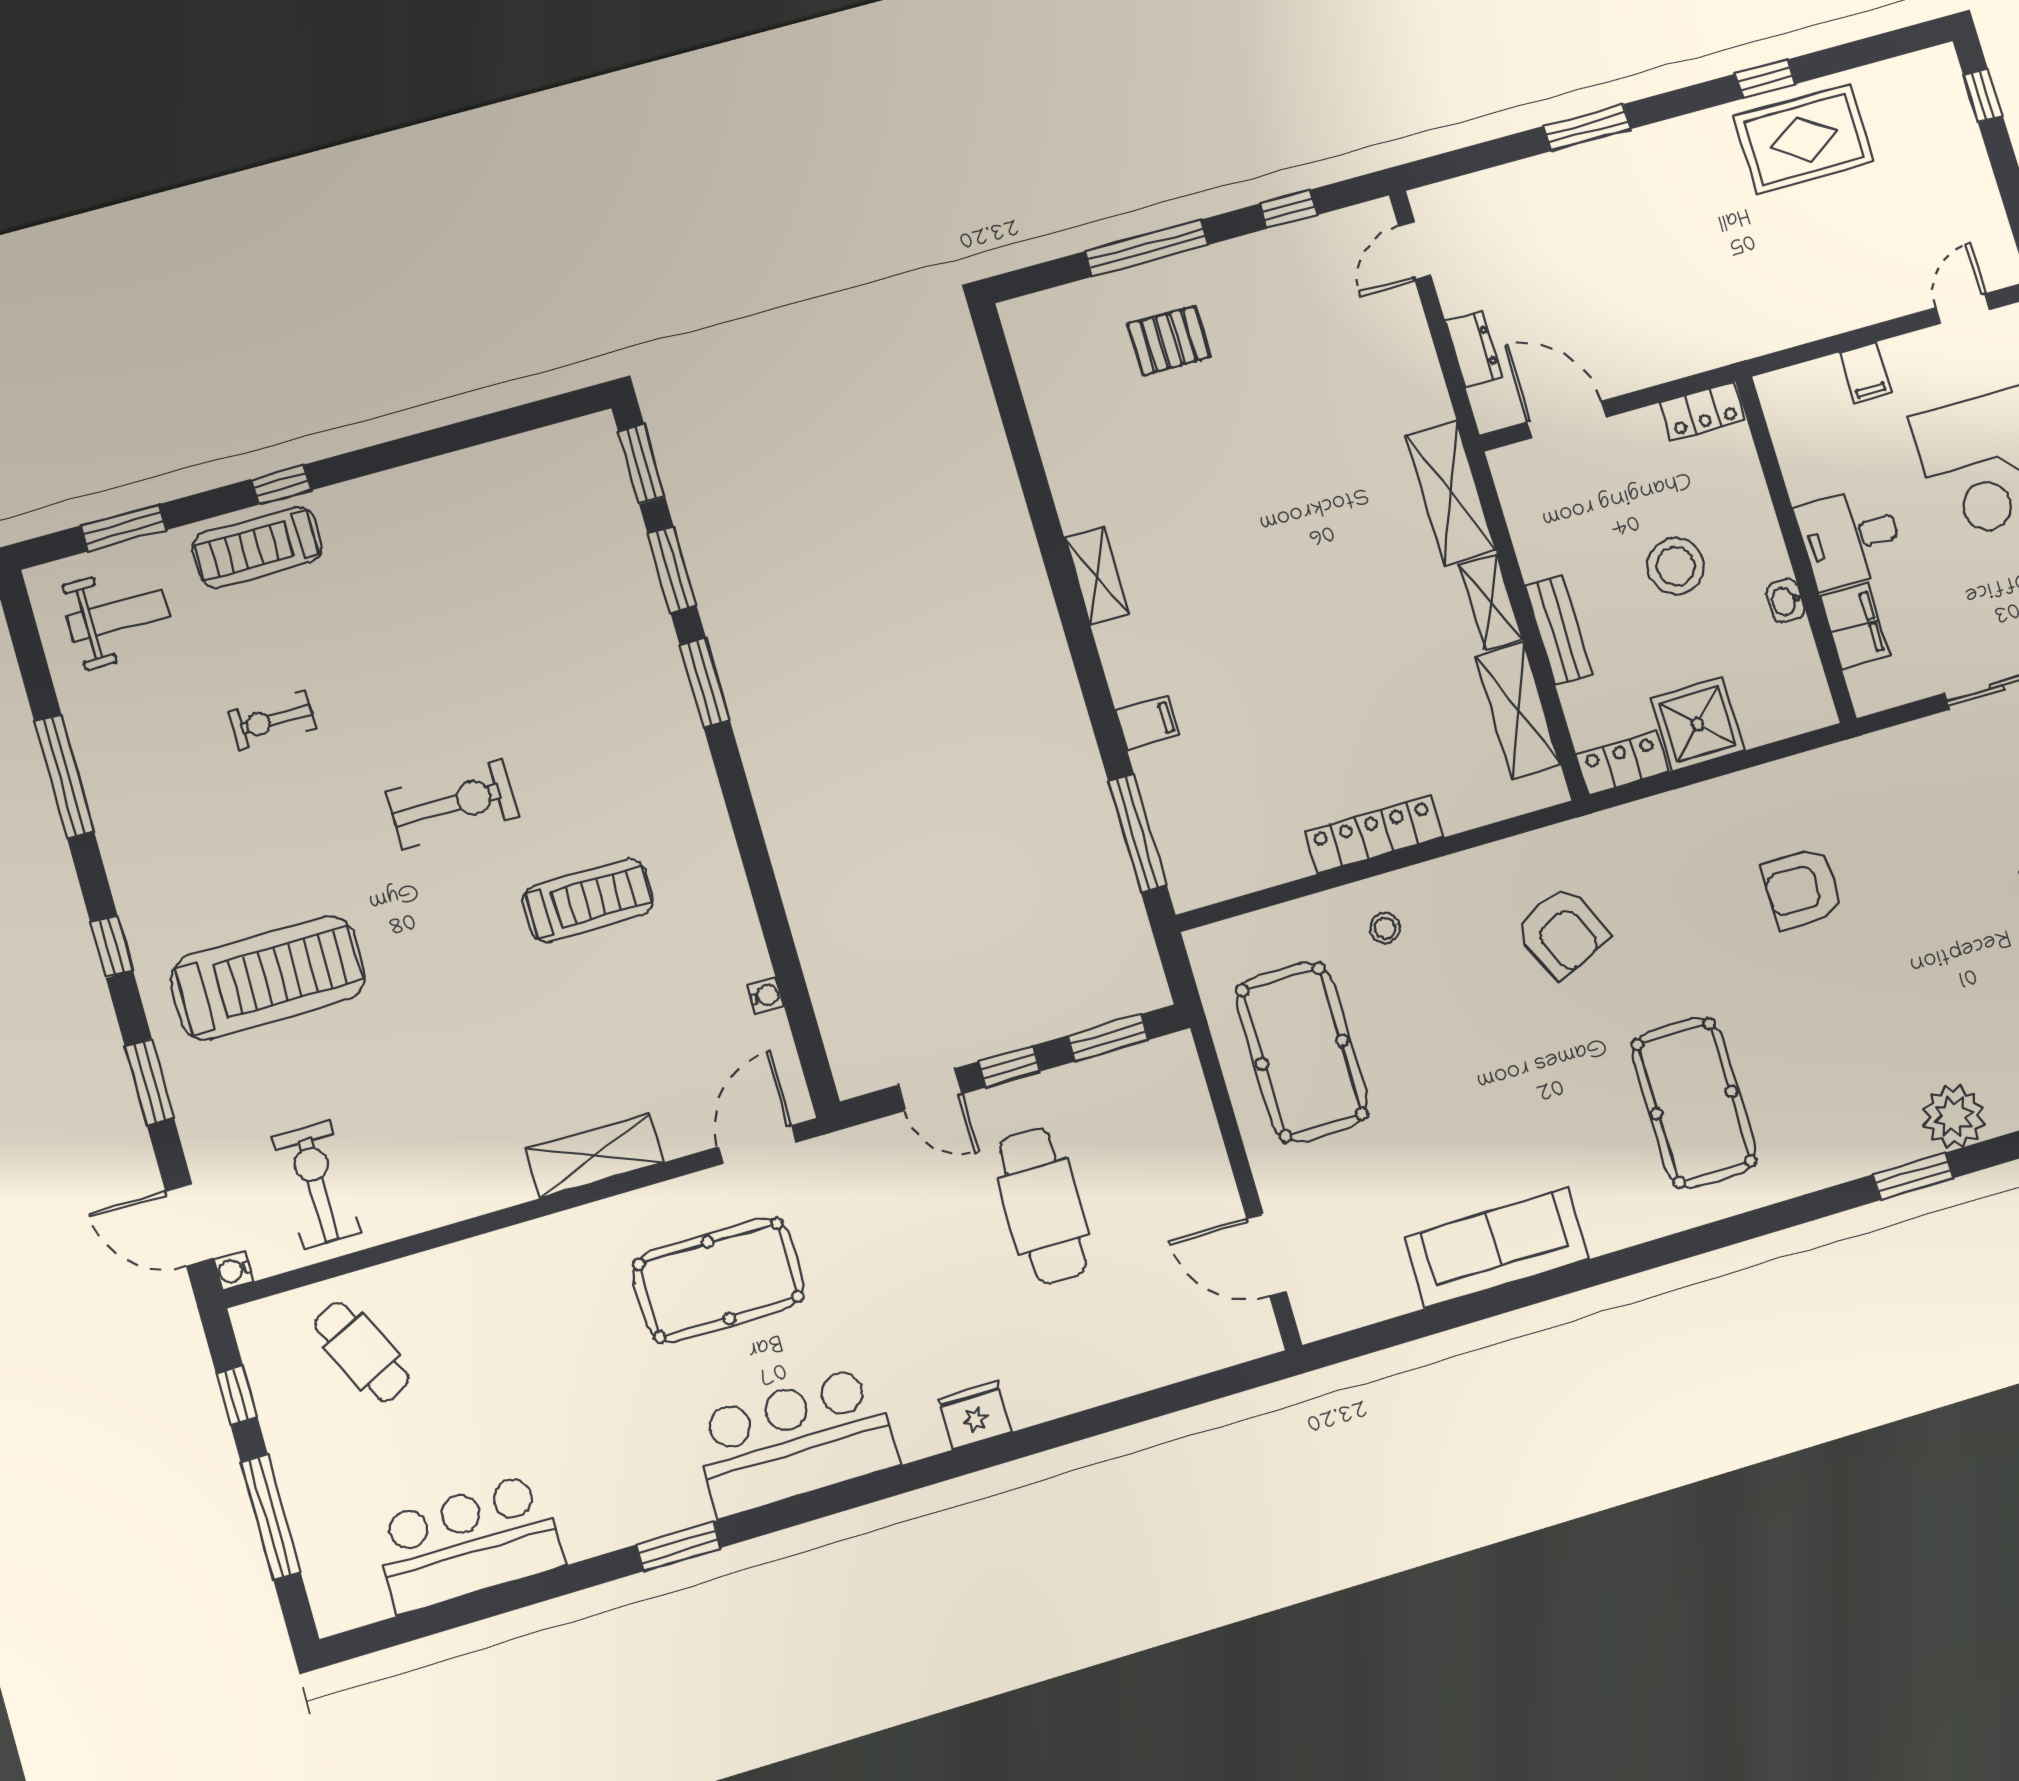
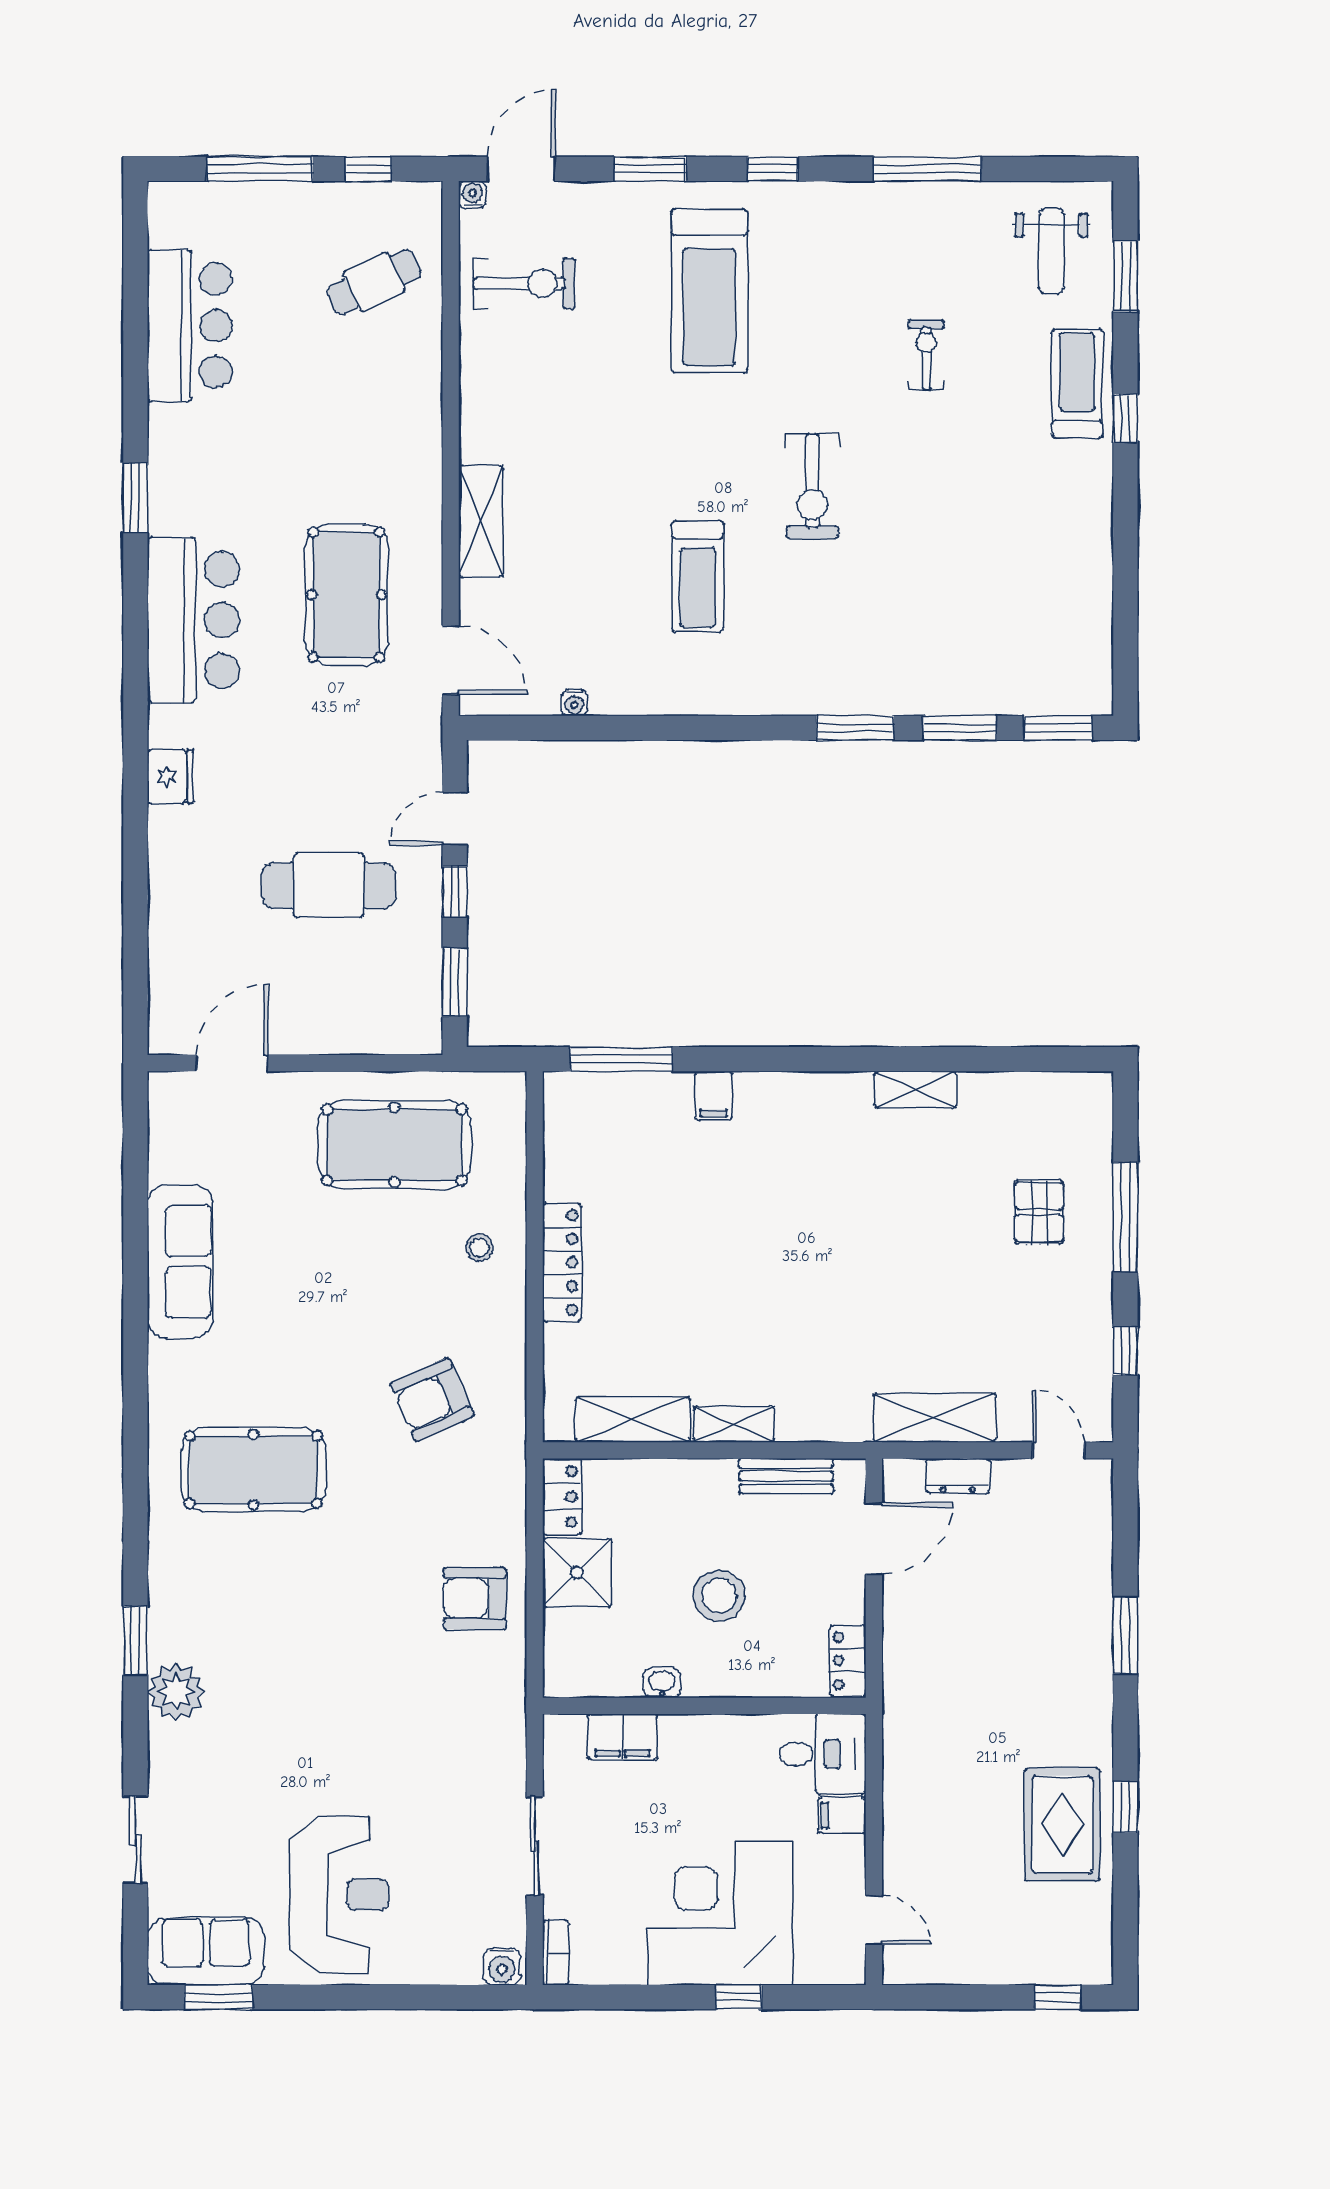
shelving: (1451, 493) -> (934, 1418), moved
desk: (1850, 538) -> (823, 1754), moved, turned 90
shelving: (1097, 576) -> (915, 1089), moved
bench: (1559, 630) -> (786, 1476), moved
armchair: (1802, 888) -> (475, 1598), moved, turned -90

